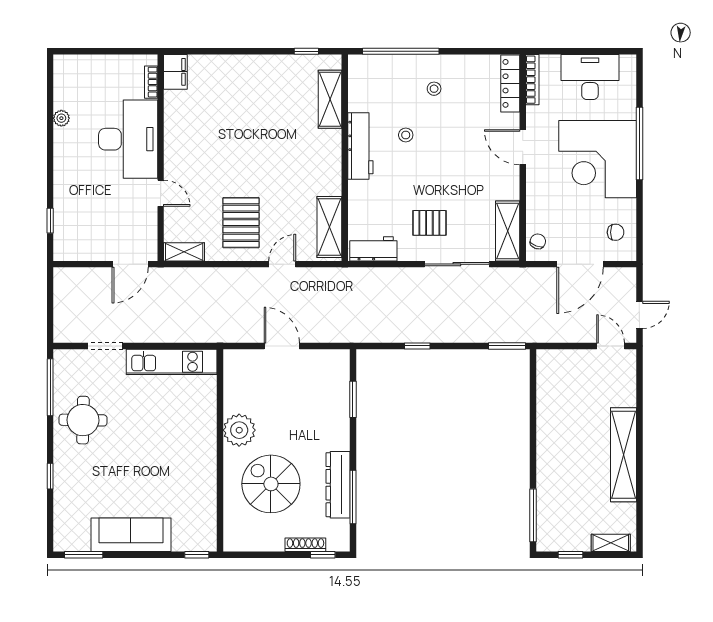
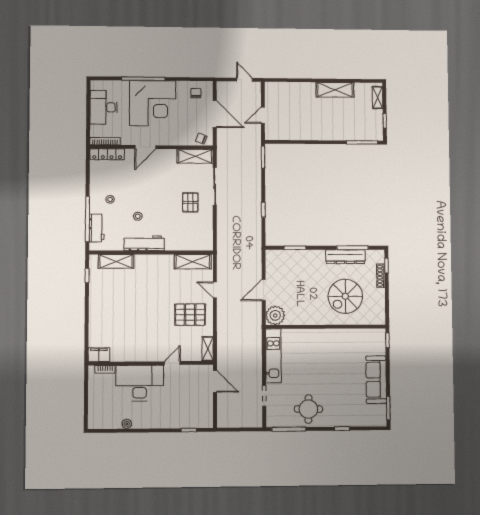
workbench: (373, 249) -> (97, 228), moved, turned 180
door: (611, 346) -> (263, 115), moved
plant: (239, 430) -> (275, 315), moved
shelving: (624, 455) -> (335, 90), width x0.68

